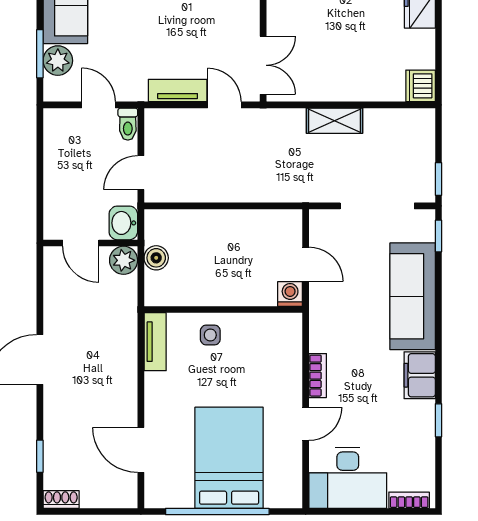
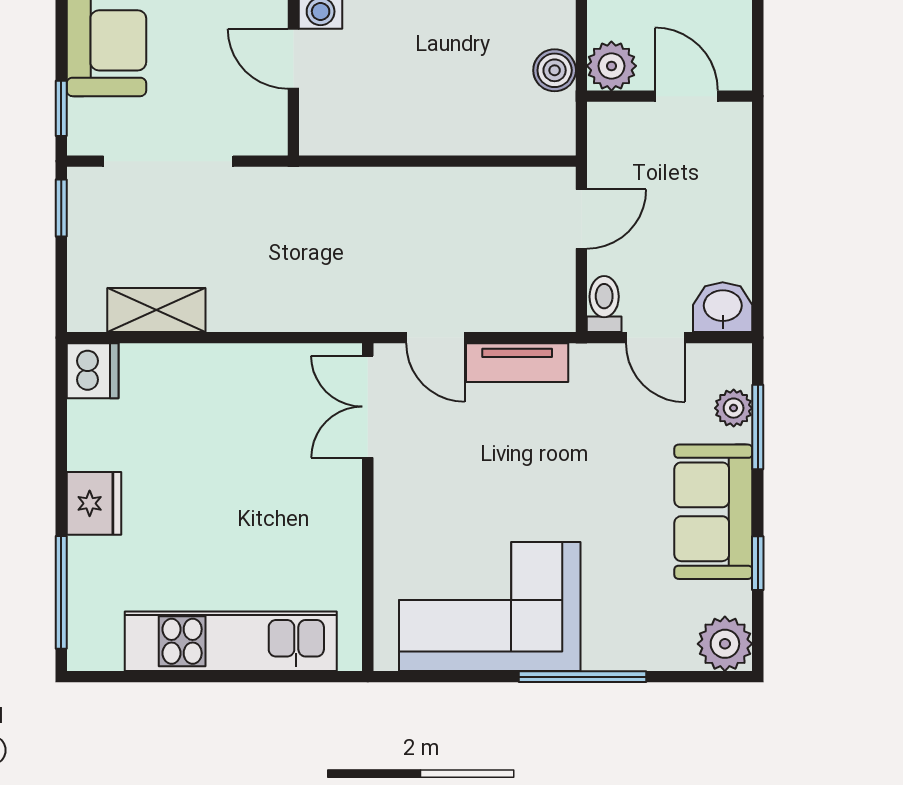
plant: (58, 61) -> (734, 408), width x0.73, depth x0.73
shelving: (334, 121) -> (156, 310), moved
washbasin: (123, 223) -> (723, 307), moved, turned -90

